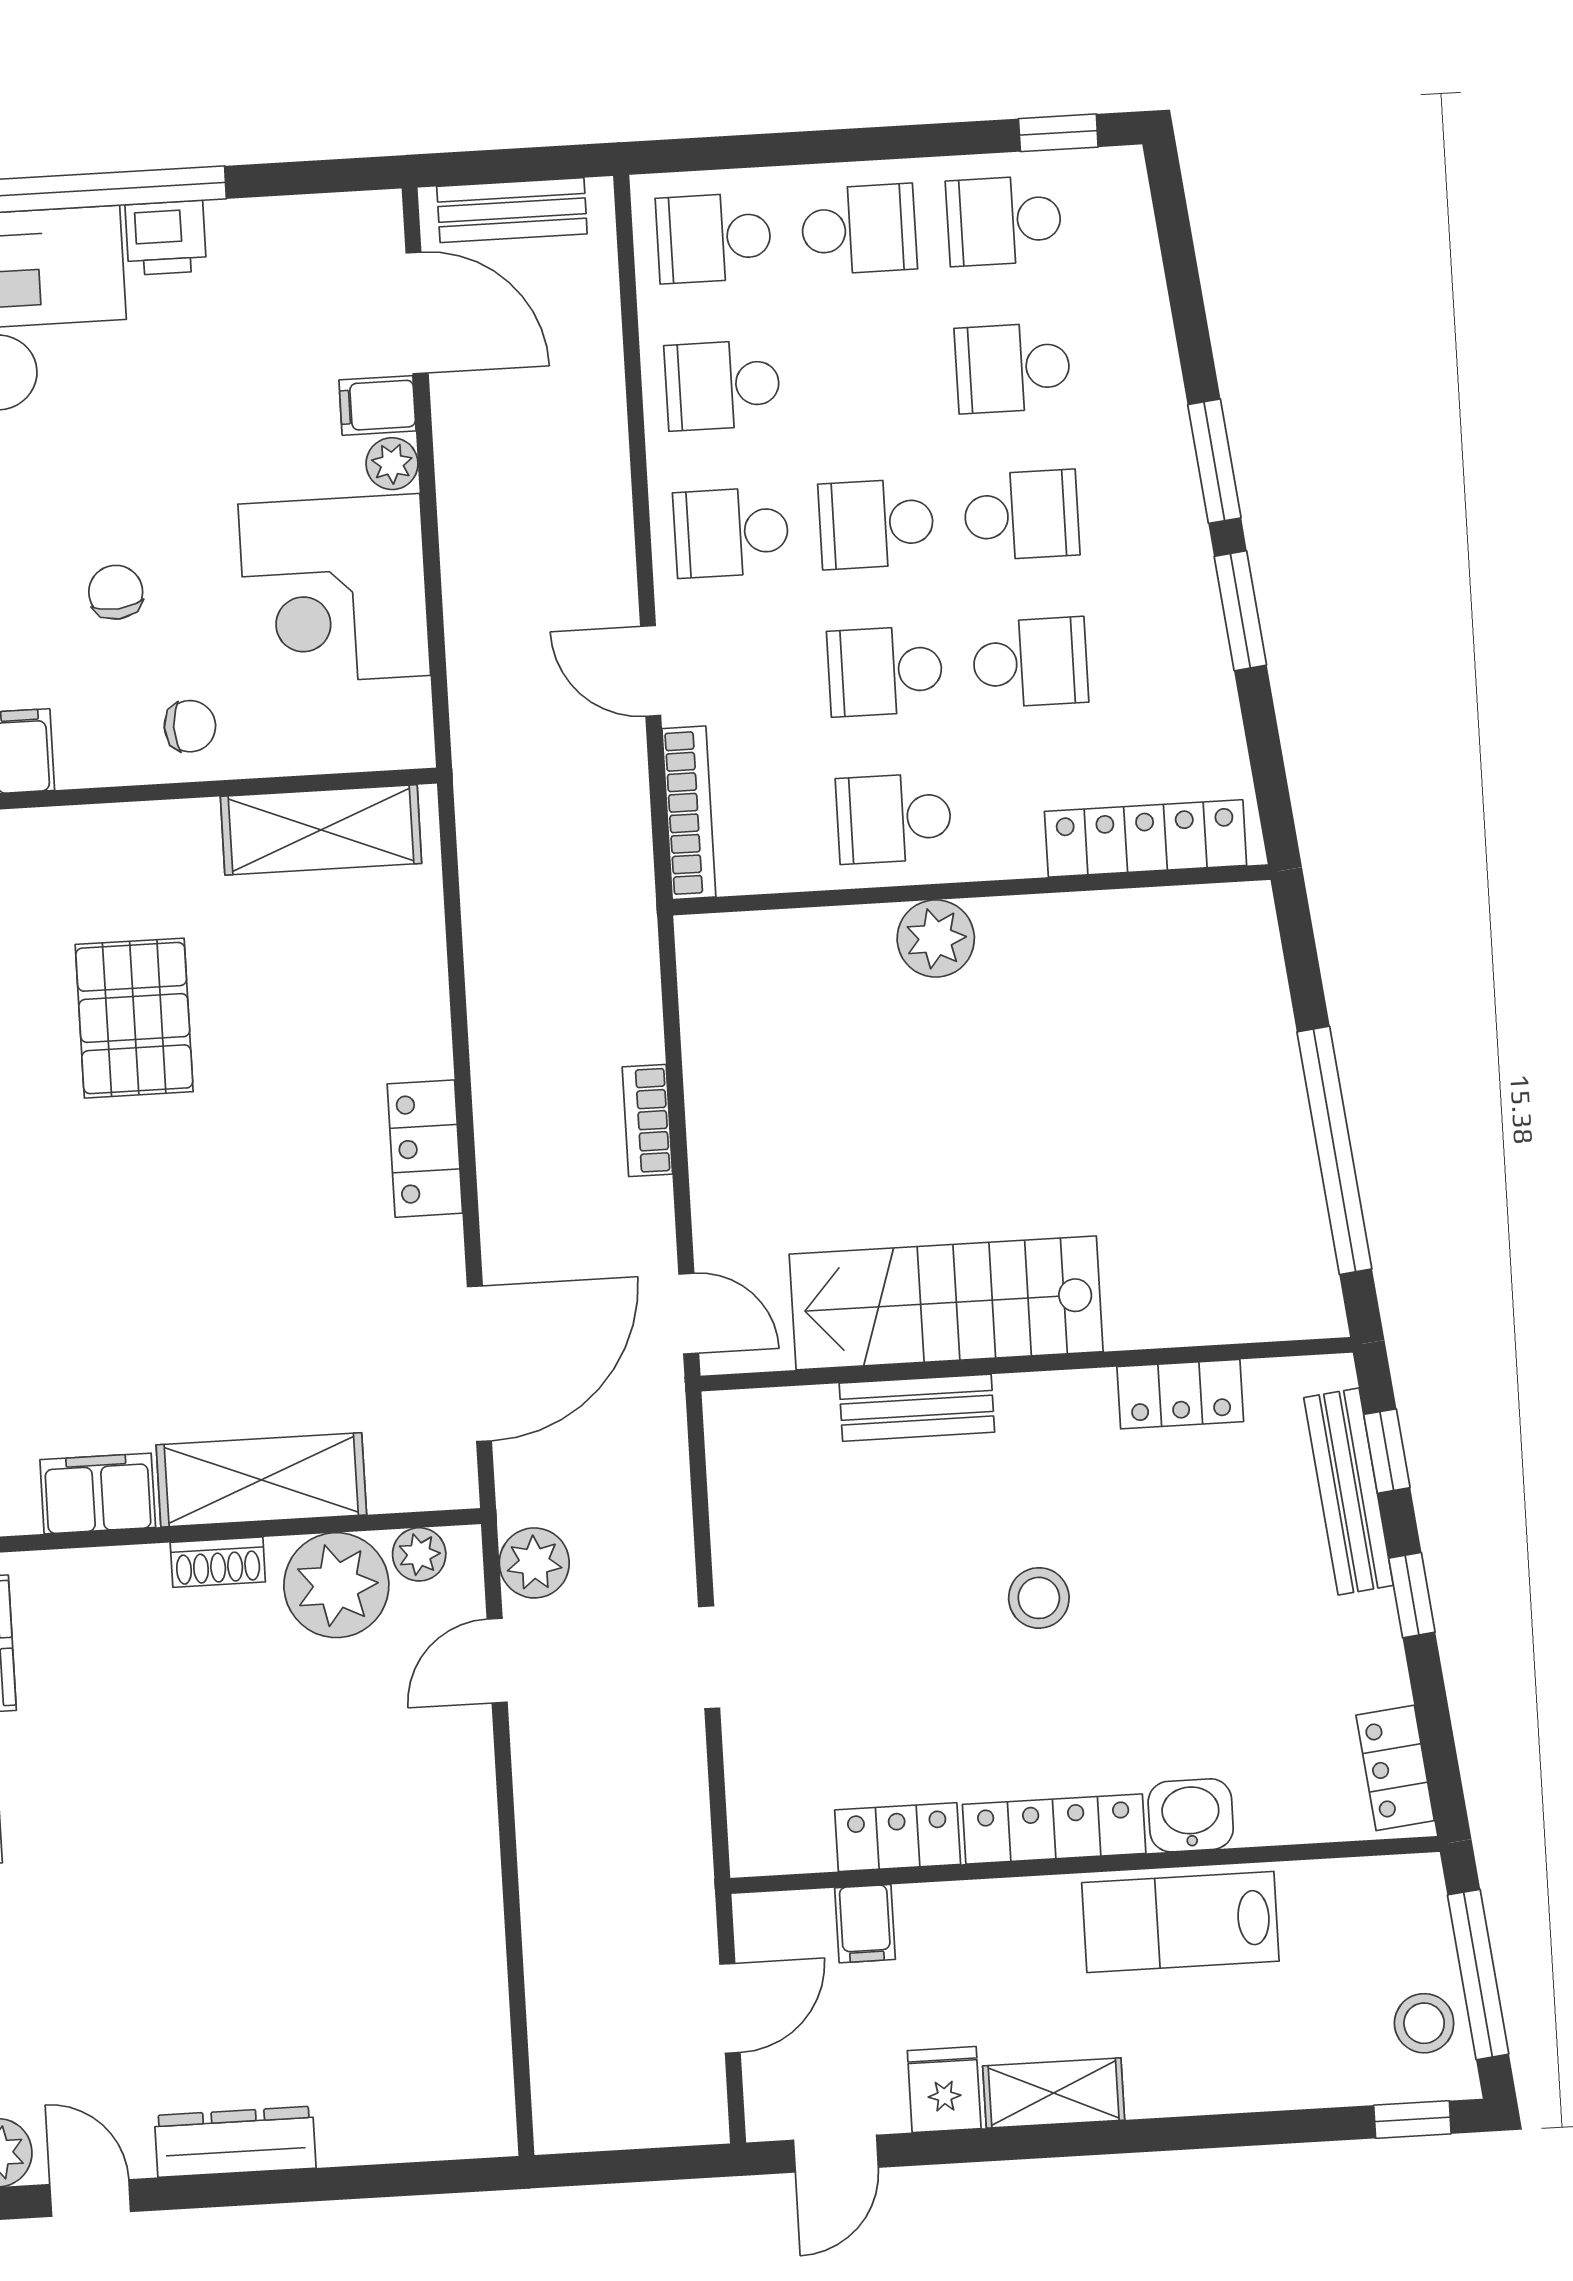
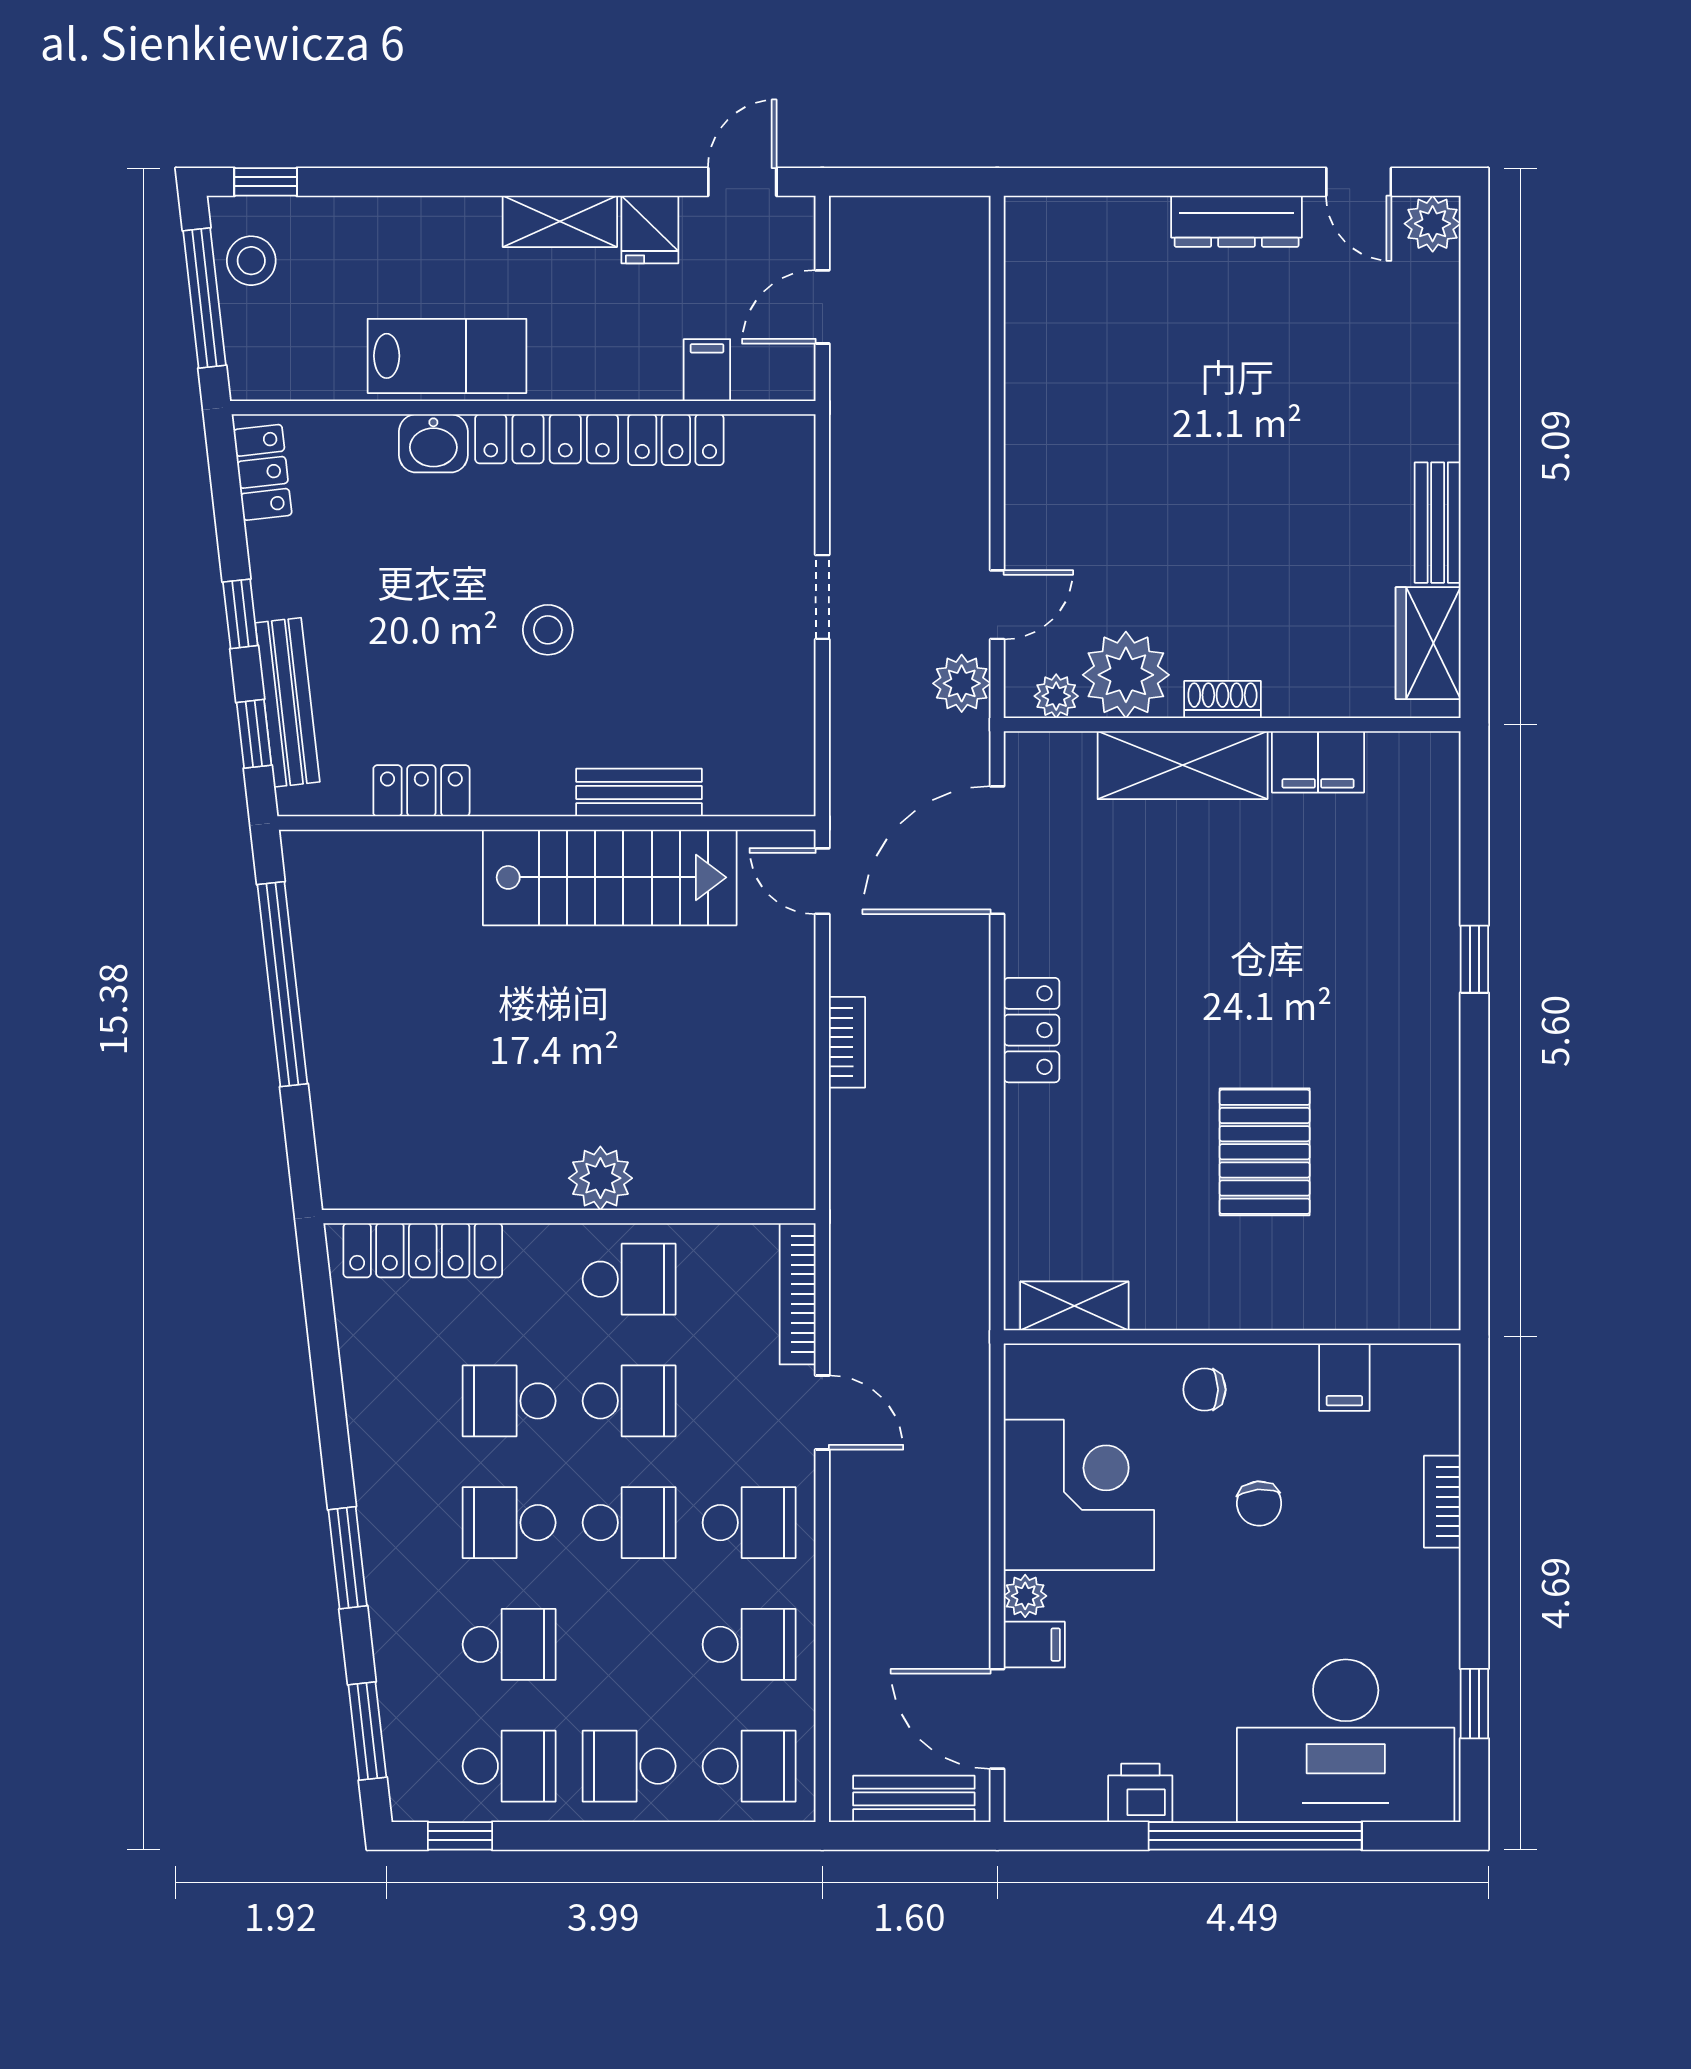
printer: (166, 238) -> (1140, 1793), moved
window: (1240, 611) -> (367, 1731), moved
shelving: (321, 830) -> (1074, 1306), width x0.67, depth x0.75

